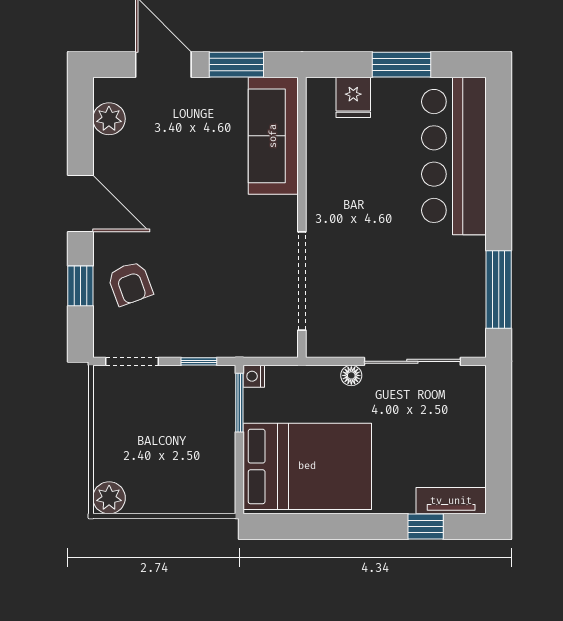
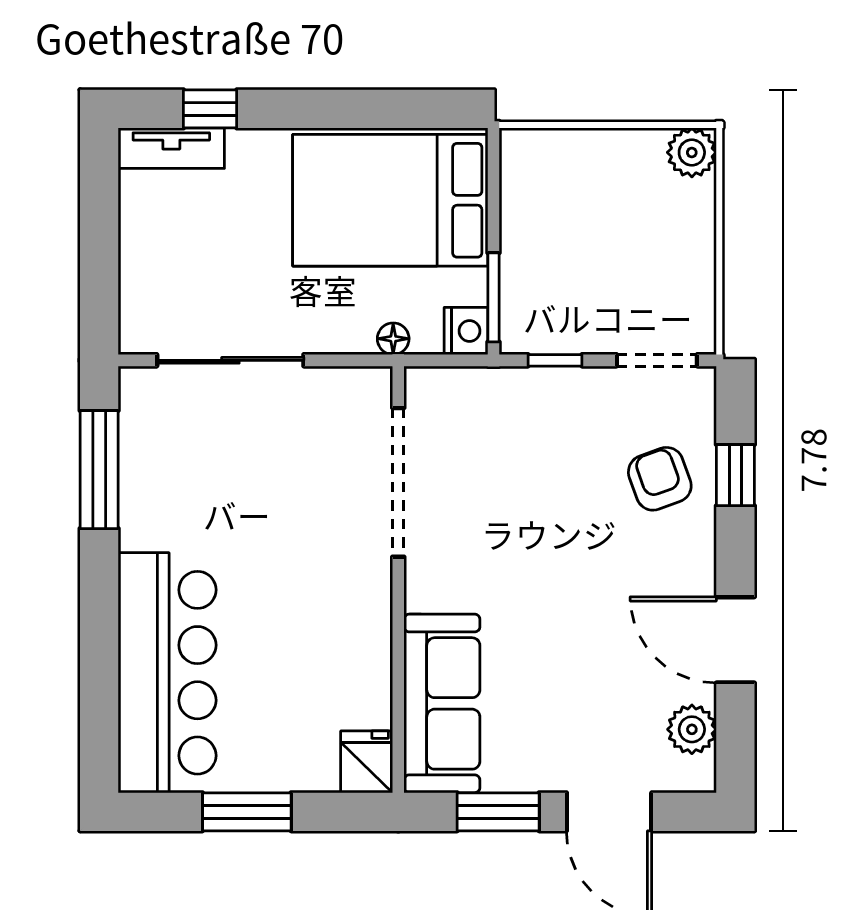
fridge: (353, 97) -> (367, 762), moved
door: (80, 203) -> (735, 640), moved
floor lamp: (351, 375) -> (393, 339), moved
nightstand: (254, 376) -> (466, 331), width x1.39, depth x1.35

